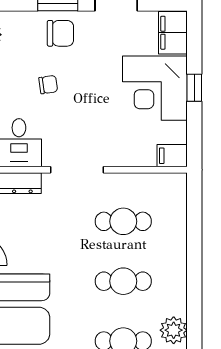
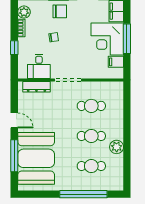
window: (194, 88) -> (127, 39), width x2.17
filing cabinet: (172, 156) -> (116, 62), moved
plant: (174, 330) -> (117, 147), moved

